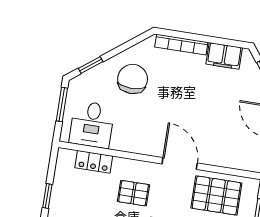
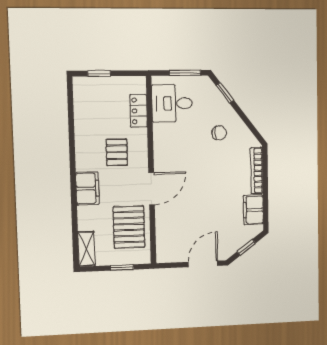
chair: (133, 79) -> (219, 133), width x0.54, depth x0.54

